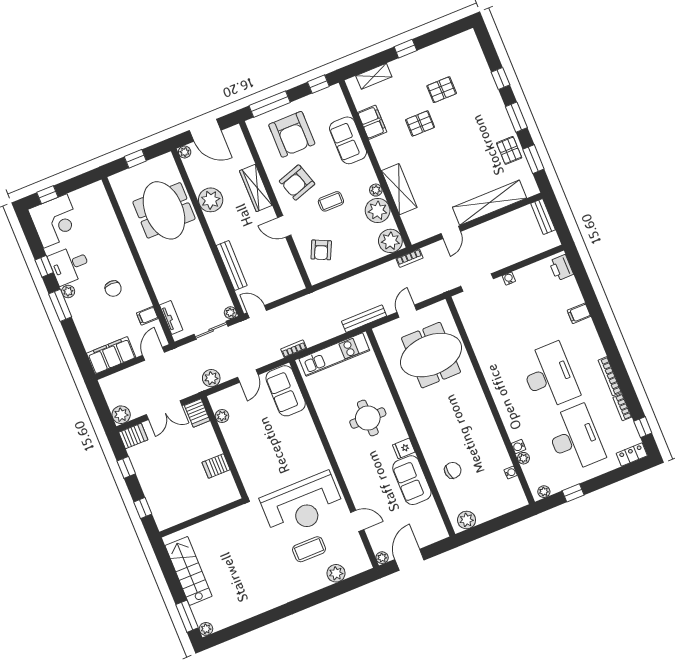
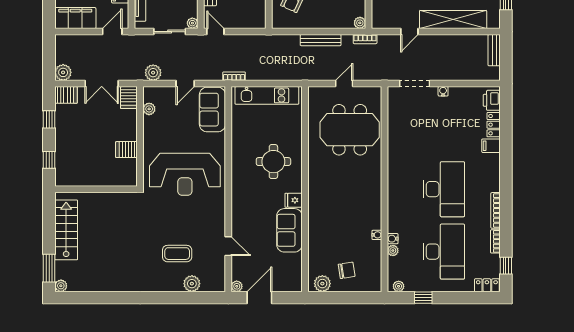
plant: (390, 241) -> (360, 23), width x0.53, depth x0.53
locker: (573, 291) -> (494, 125), added
bench: (364, 319) -> (321, 40), moved
chair: (453, 470) -> (347, 270), moved
water cooler: (511, 472) -> (377, 235), moved
reception desk: (302, 505) -> (185, 174), moved

